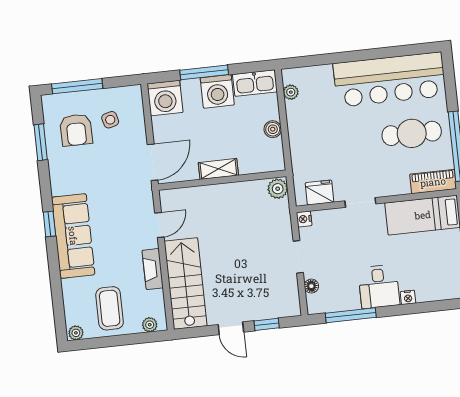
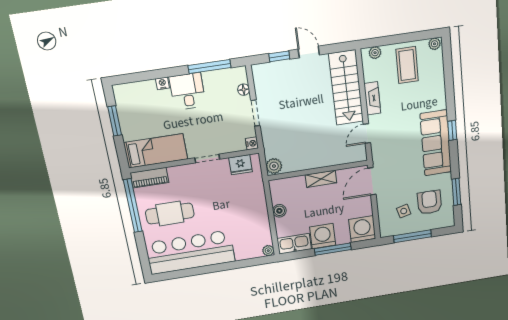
window: (77, 86) -> (413, 236), moved
plant: (291, 92) -> (268, 251), moved
sofa: (73, 236) -> (436, 143), moved

